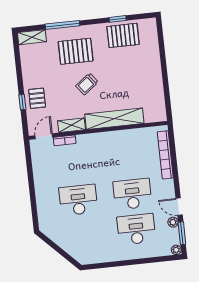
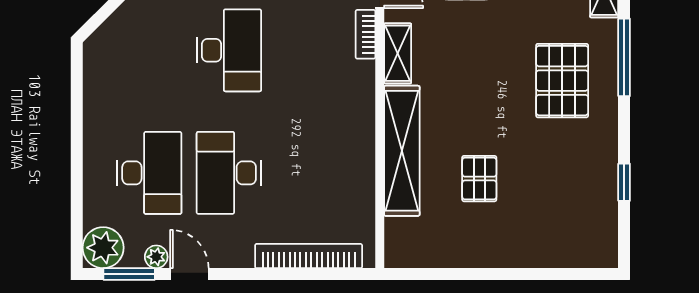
pallet: (123, 35) -> (479, 179), moved, width x0.67, depth x0.71
trolley: (87, 84) -> (486, 98), removed
desk: (132, 194) -> (229, 173), turned 180
door: (179, 207) -> (189, 274), hinge flipped
plant: (176, 250) -> (103, 248), width x1.87, depth x1.87

